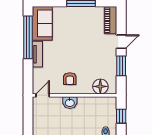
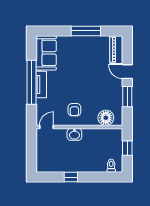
window: (28, 37) -> (31, 82), moved
door: (121, 42) -> (127, 72), swing flipped

